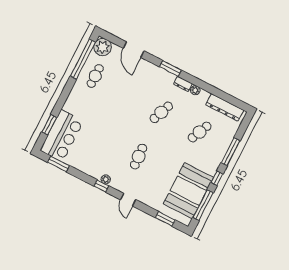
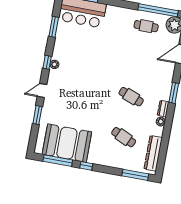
window: (231, 152) -> (135, 175), moved
cafe table: (139, 157) -> (84, 88), removed
window: (58, 164) -> (54, 27), moved
window: (165, 219) -> (37, 115), moved

